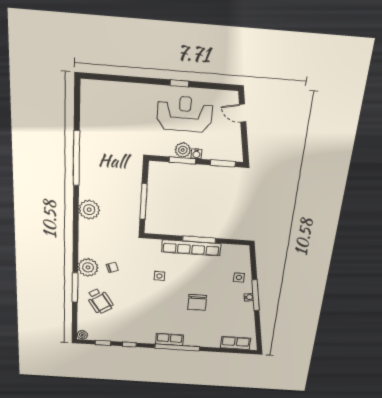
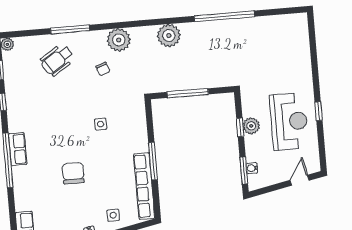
water cooler: (196, 154) -> (252, 168), moved
window: (182, 160) -> (240, 127), width x0.67
row of seats: (191, 248) -> (144, 186), moved
plant: (88, 267) -> (119, 40), moved
chair: (197, 302) -> (73, 173), turned 90

